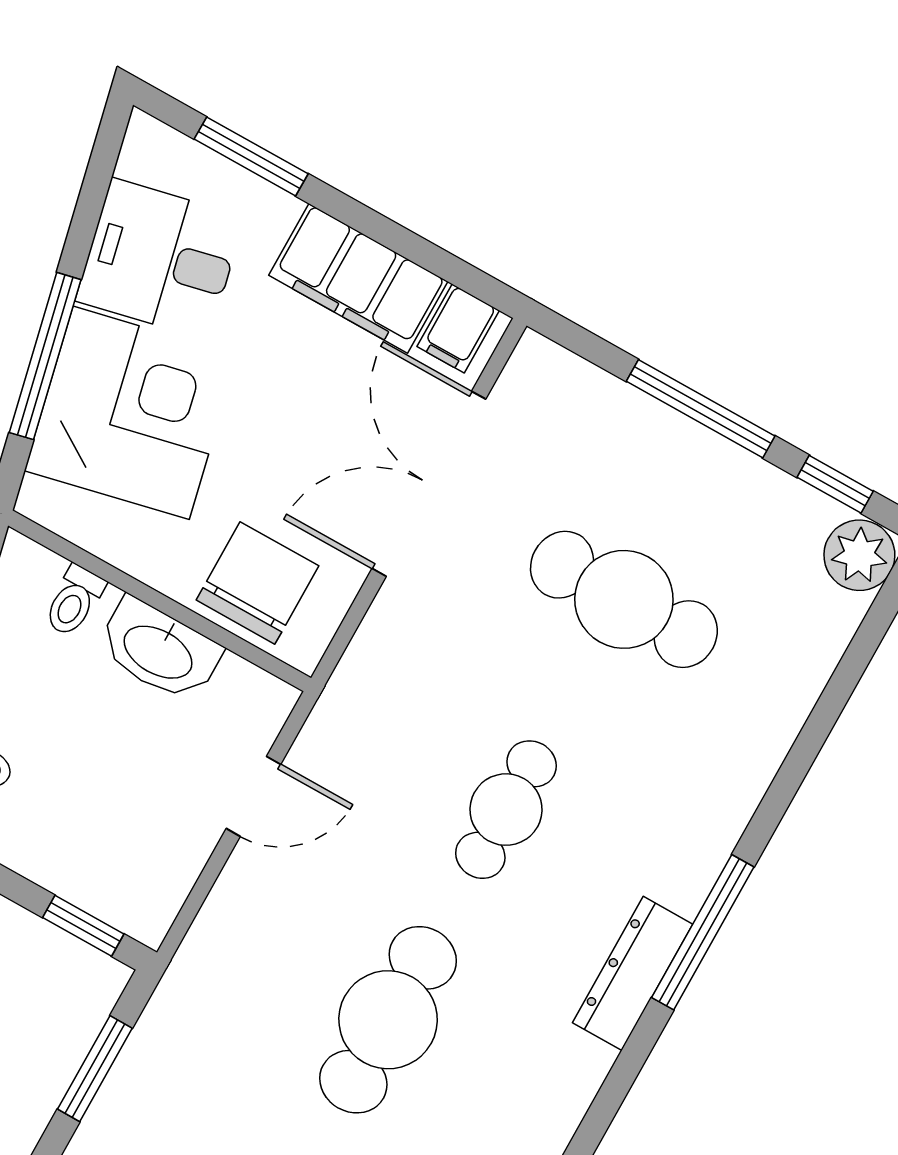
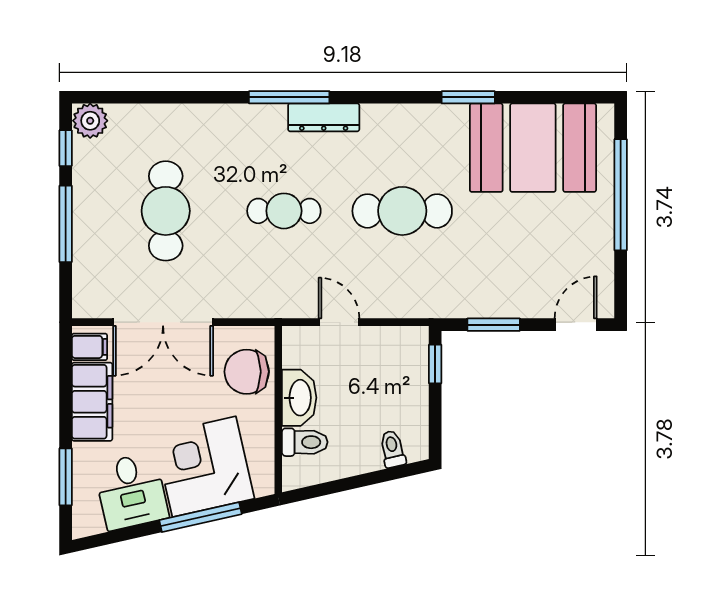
toilet: (74, 601) -> (305, 442), width x1.37, depth x1.39

